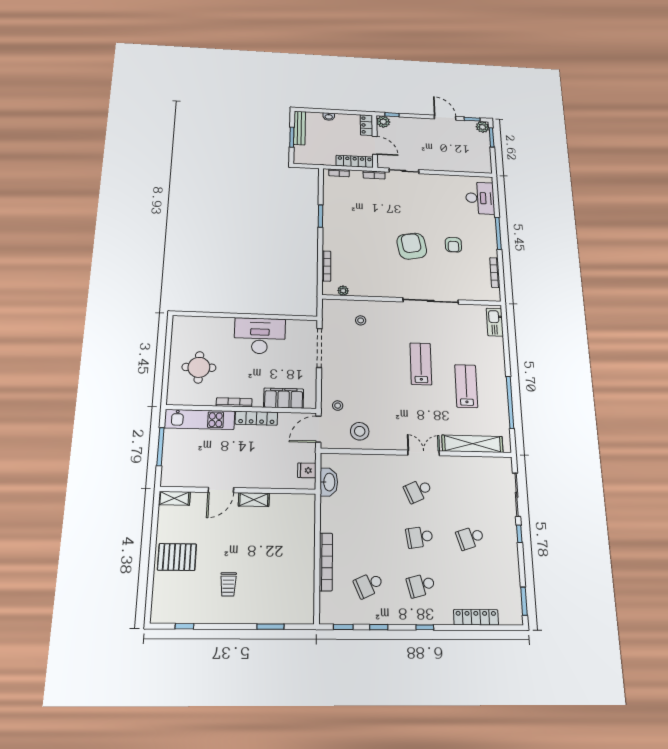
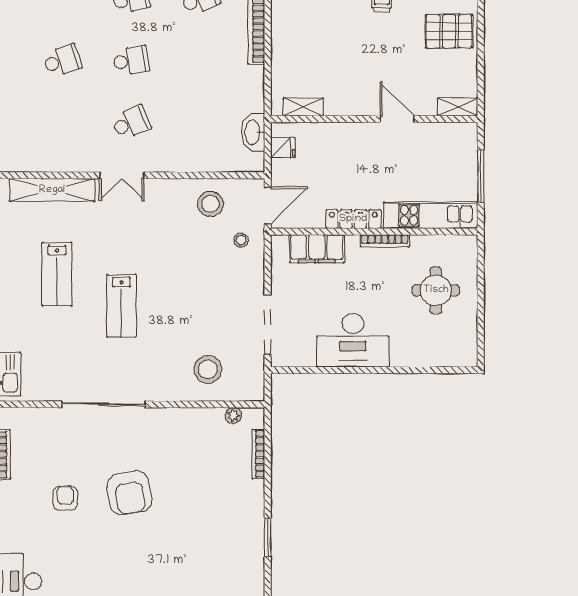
stool: (361, 320) -> (208, 369), width x1.89, depth x1.89
door: (221, 490) -> (397, 119), hinge flipped
shelving: (254, 500) -> (303, 107), moved

